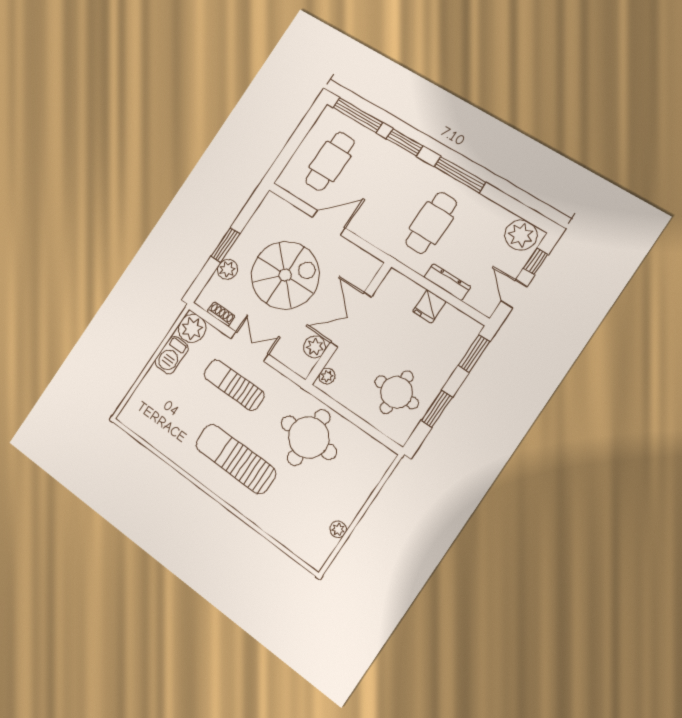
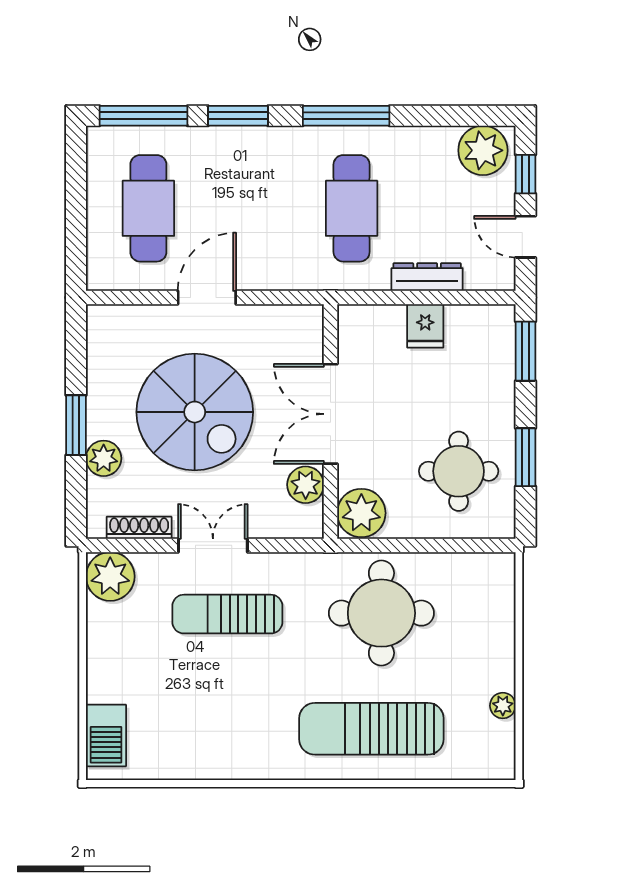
spiral stairs: (285, 275) -> (195, 412), turned 90
shoe rack: (221, 314) -> (139, 528), width x1.43
barbecue: (171, 355) -> (106, 735), moved
plant: (327, 376) -> (361, 513), width x1.88, depth x1.88
sun lounger: (236, 459) -> (371, 729), moved

